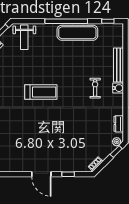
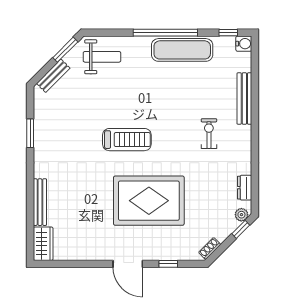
weight bench: (24, 37) -> (102, 57), turned -90
water cooler: (118, 88) -> (244, 44), moved
rug: (55, 132) -> (149, 201), added

